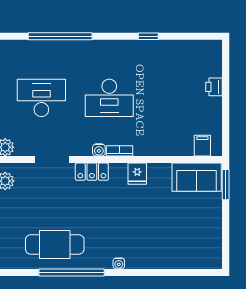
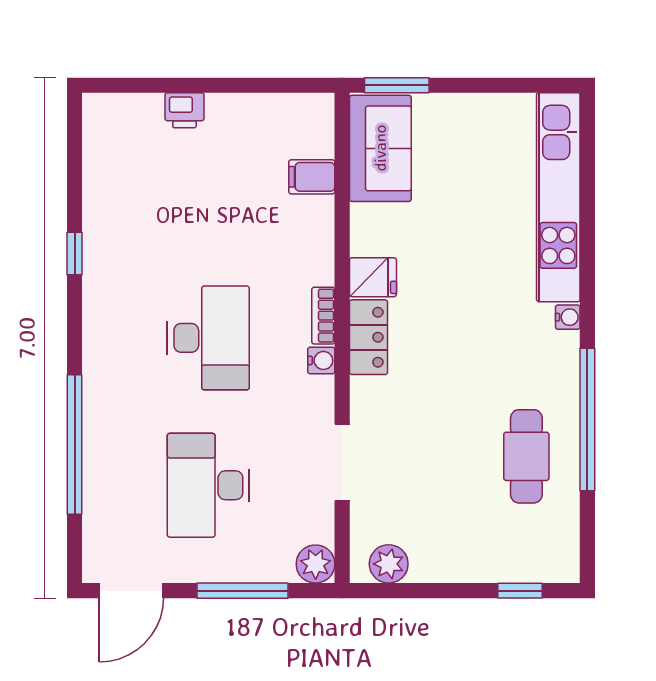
filing cabinet: (202, 146) -> (312, 177), moved
locker: (92, 172) -> (368, 337), moved
cafe table: (55, 244) -> (526, 456), width x0.73, depth x0.74
kitchen unit: (174, 259) -> (558, 197), added

